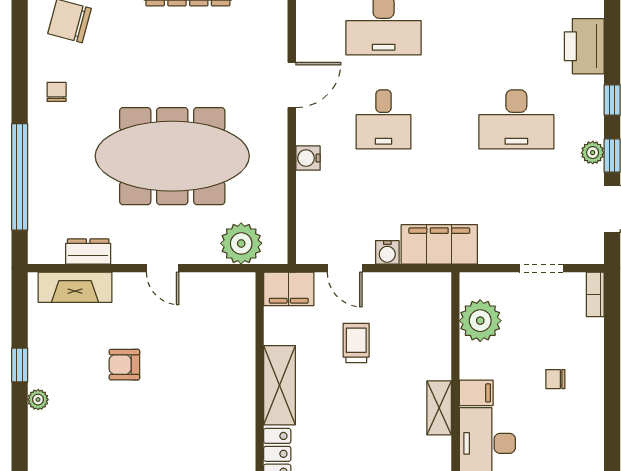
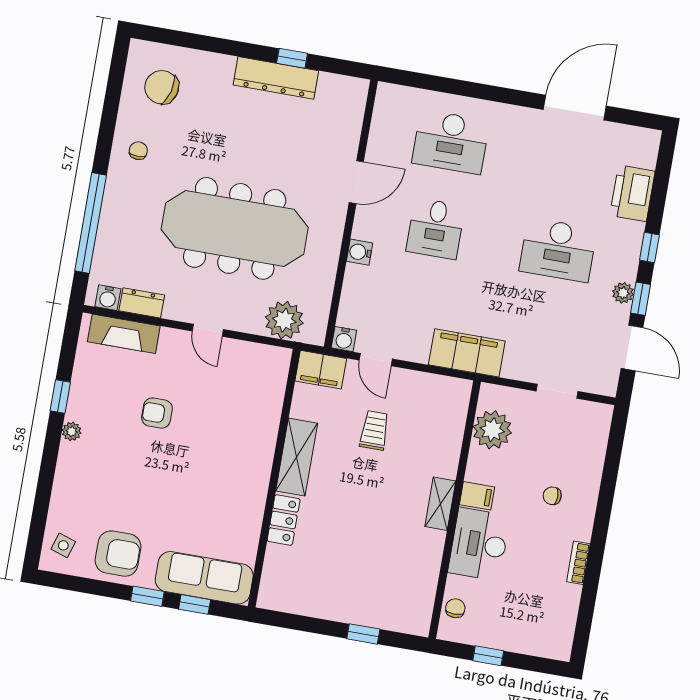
water cooler: (52, 252) -> (108, 298), added
water cooler: (387, 252) -> (344, 339), moved
bookcase: (595, 294) -> (578, 563), moved

